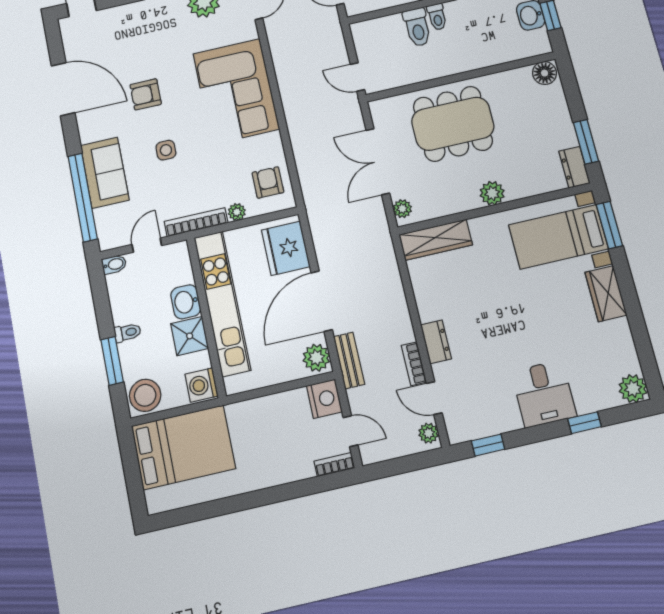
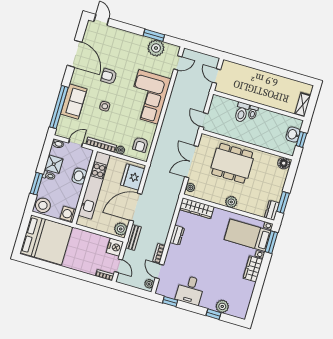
armchair: (268, 182) -> (140, 145), turned 180
shower: (190, 336) -> (54, 164), moved
dresser: (436, 342) -> (177, 235), moved
plant: (633, 389) -> (222, 306), moved
desk: (544, 394) -> (190, 290), moved
bed: (183, 447) -> (46, 240), width x1.36

